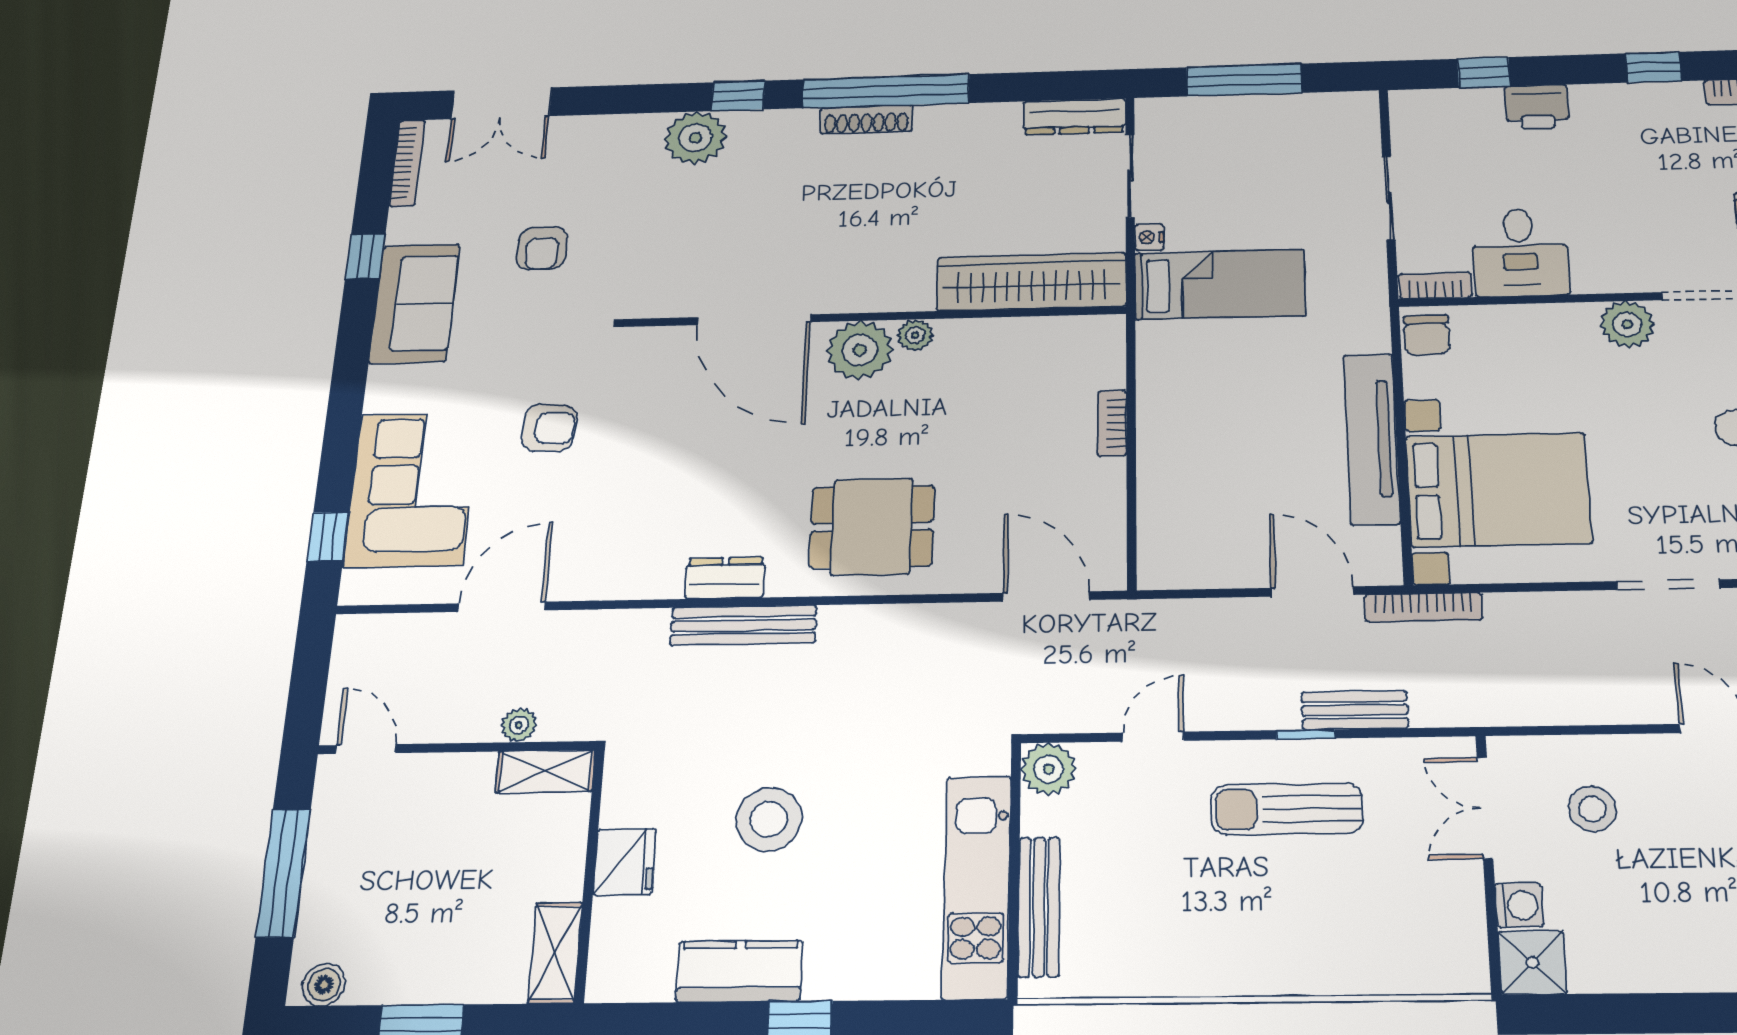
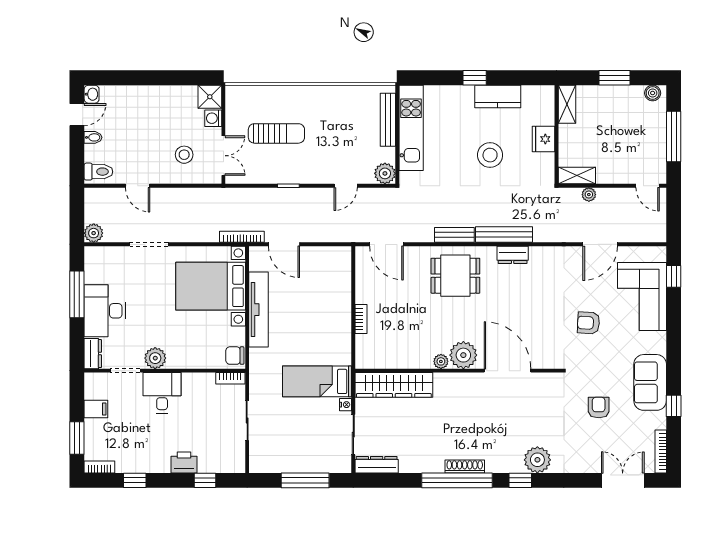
desk: (1520, 252) -> (162, 393), moved
chair: (1427, 335) -> (235, 356), turned -90
bench: (1355, 710) -> (454, 235), moved
sun lounger: (1287, 809) -> (276, 133), moved

